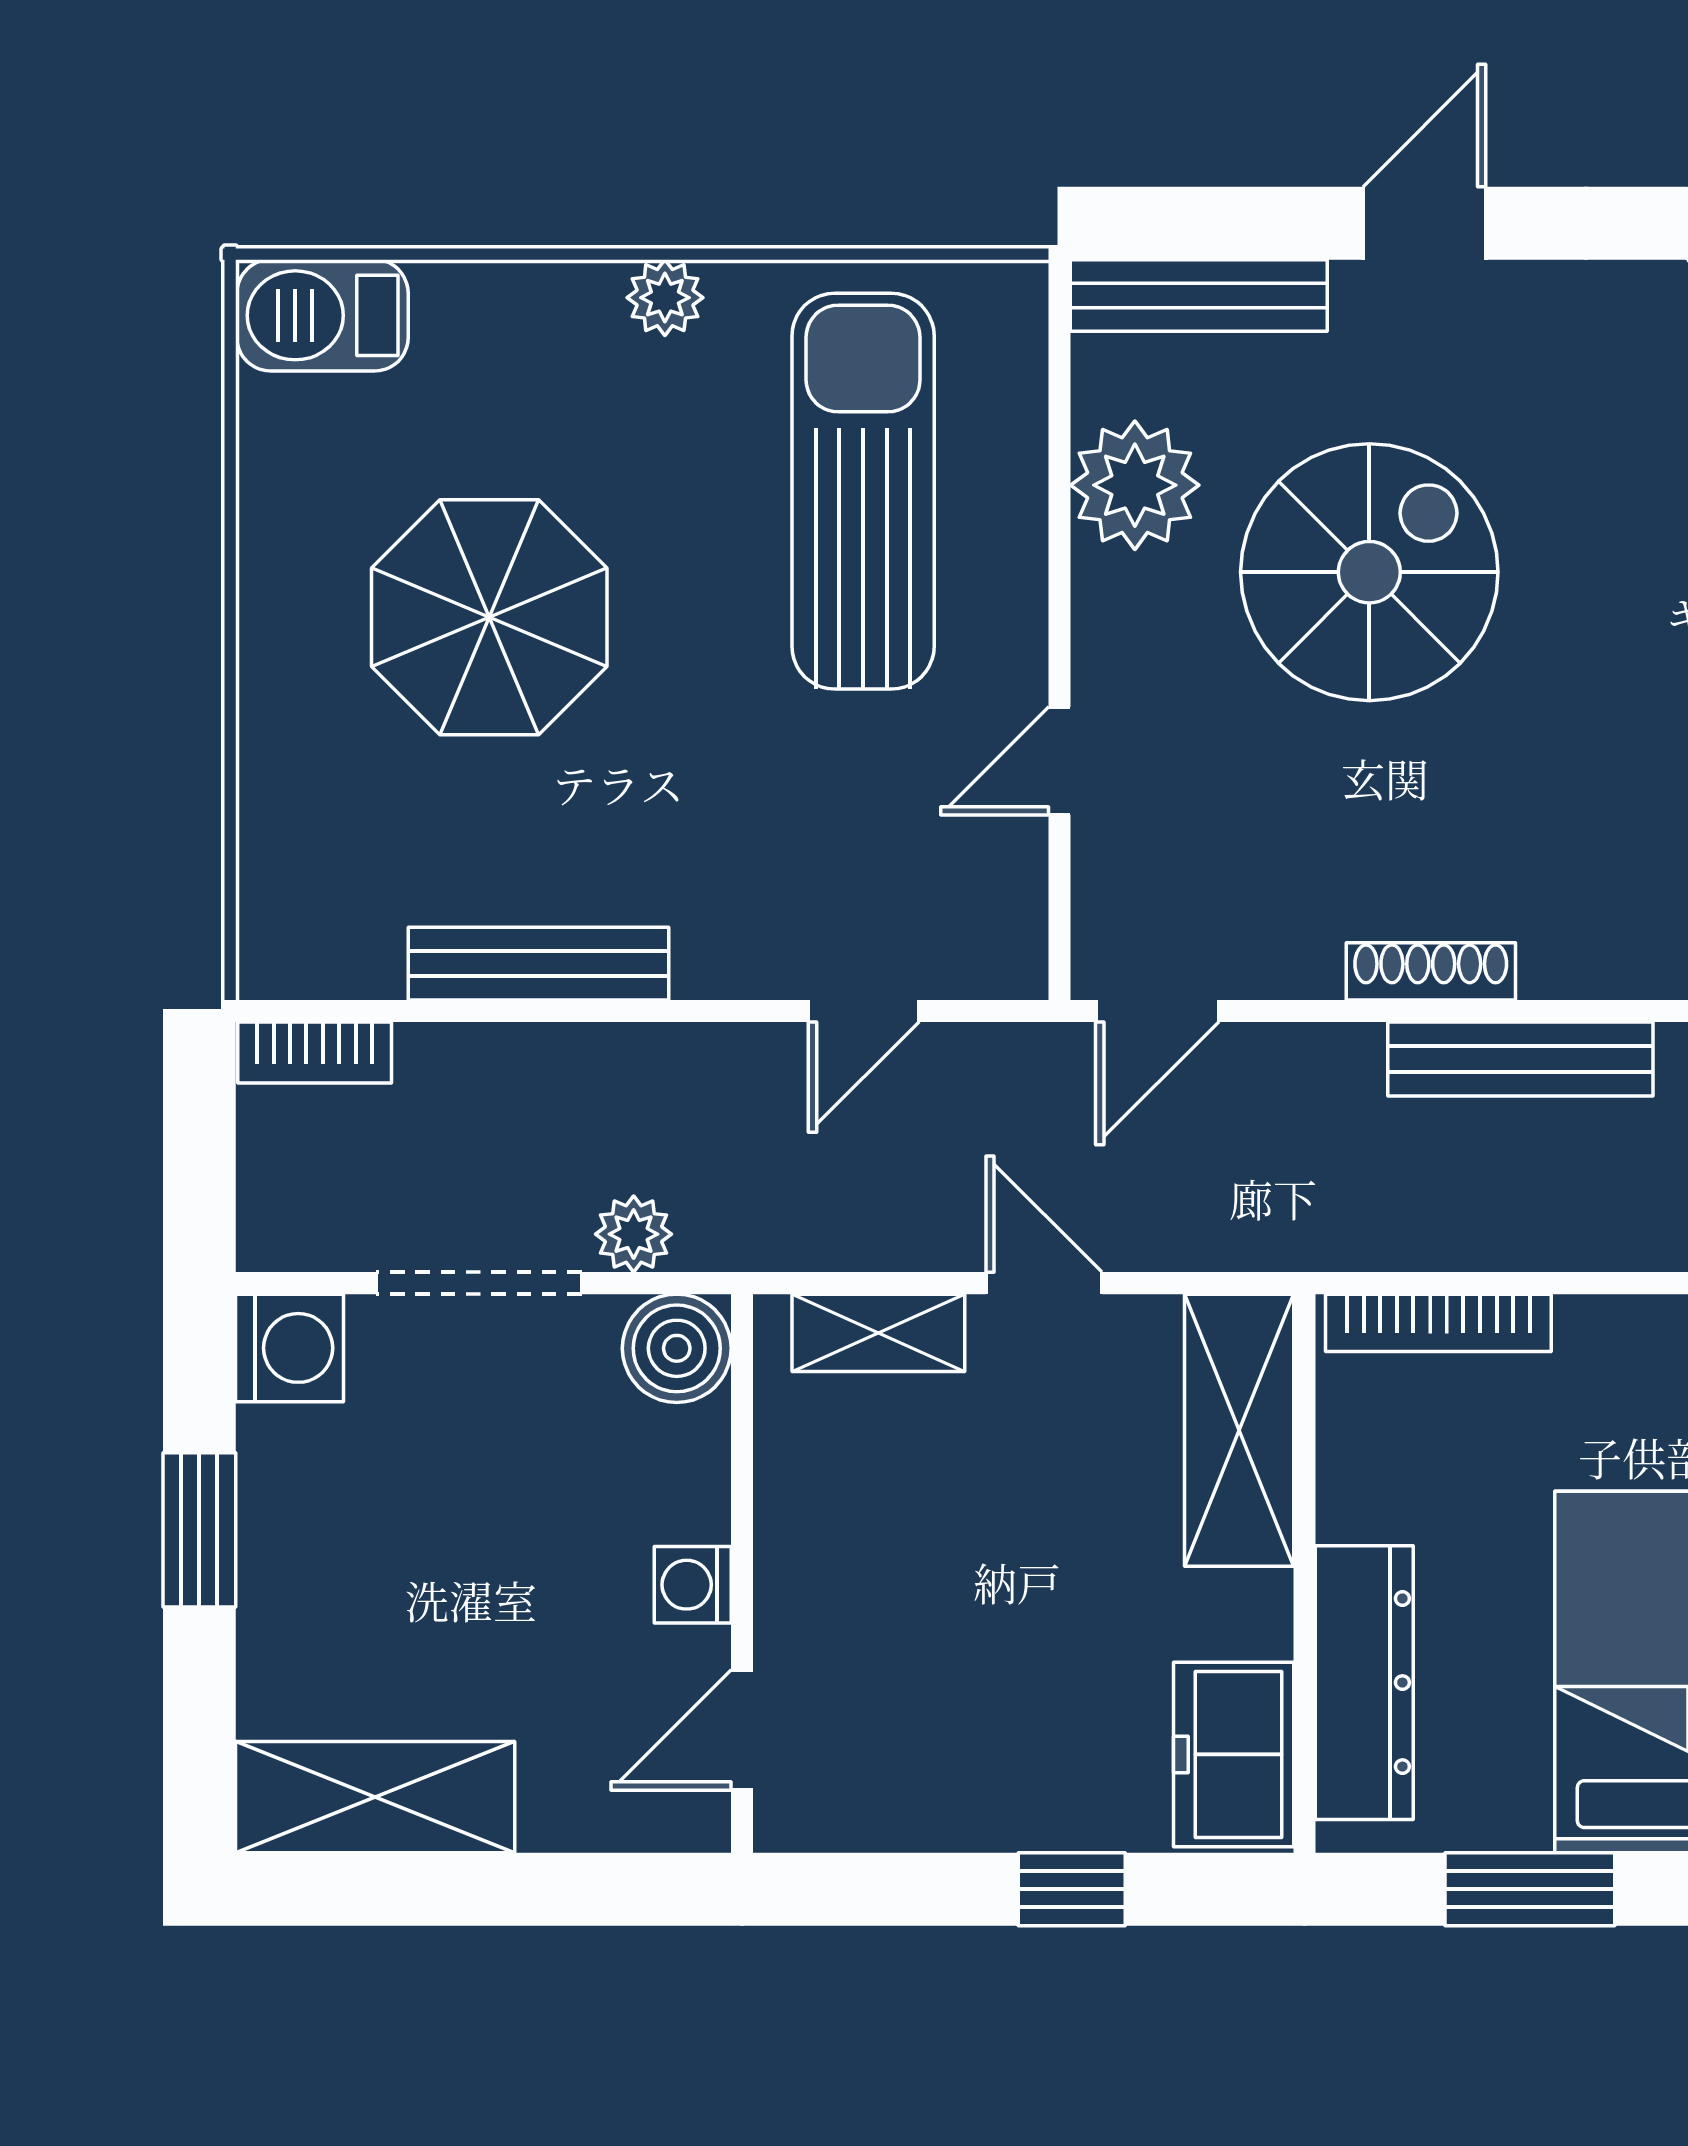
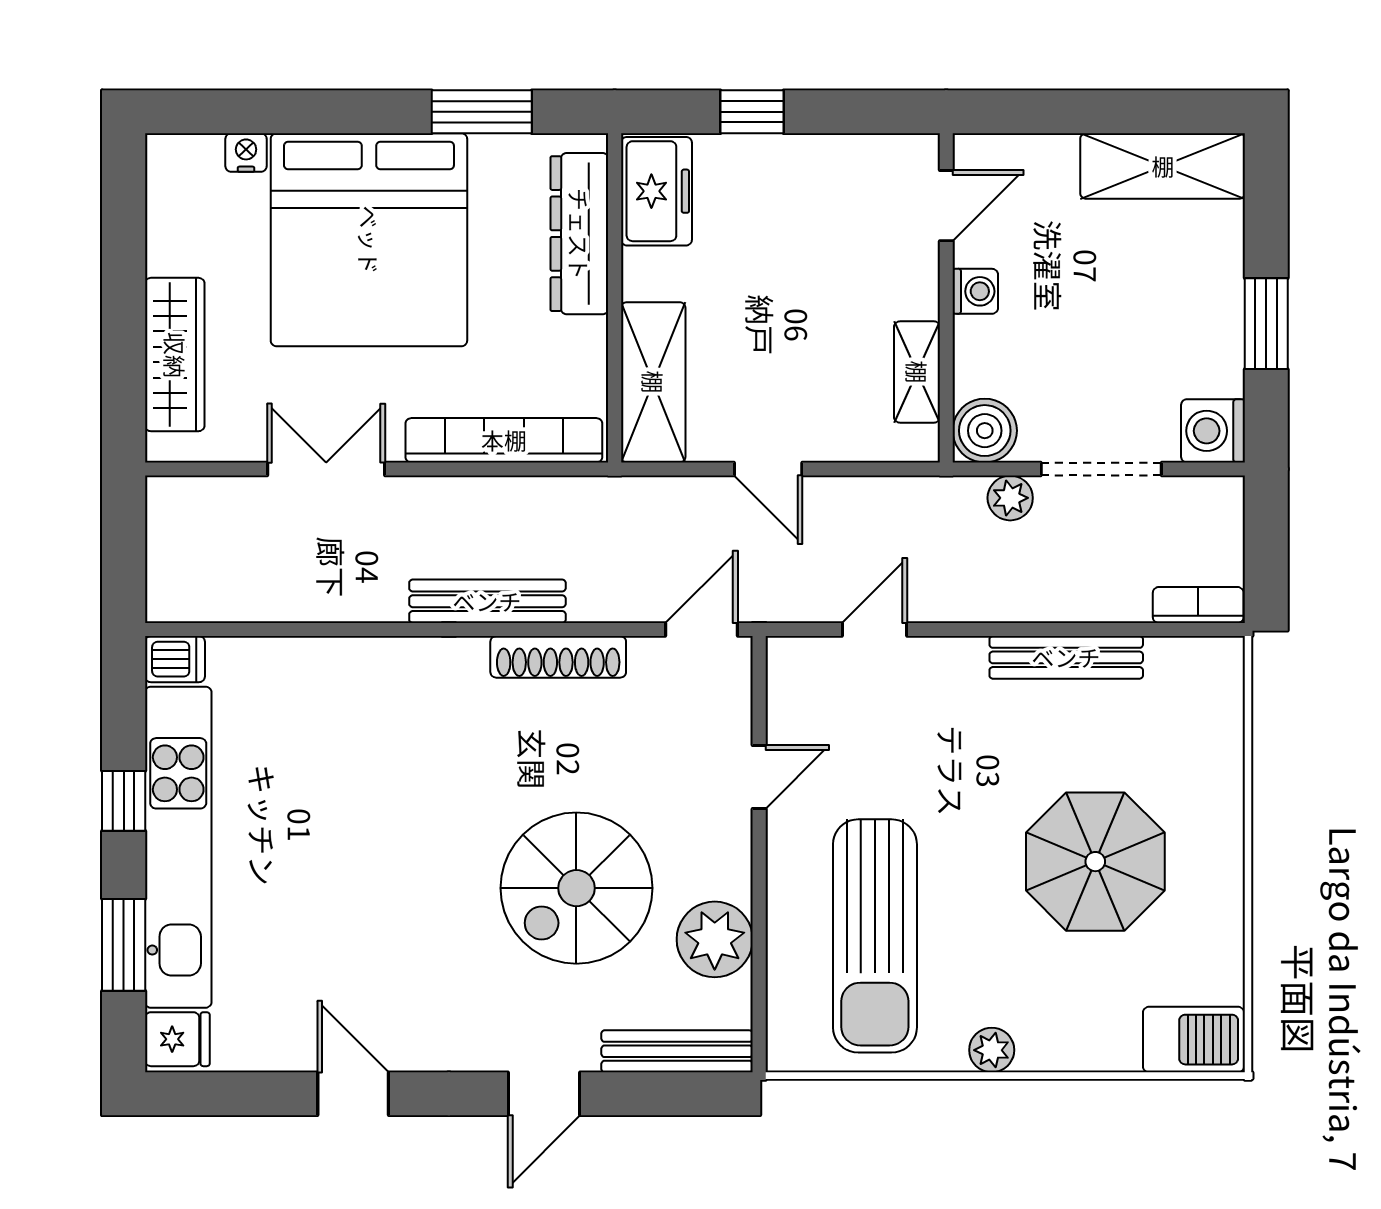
shoe rack: (1431, 971) -> (558, 657), width x1.36, depth x1.24
bookcase: (1438, 1323) -> (504, 440), width x1.48, depth x1.31
shelving: (878, 1333) -> (917, 372), moved, turned 90

